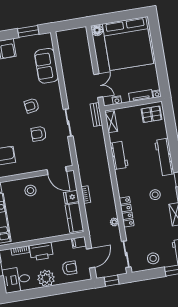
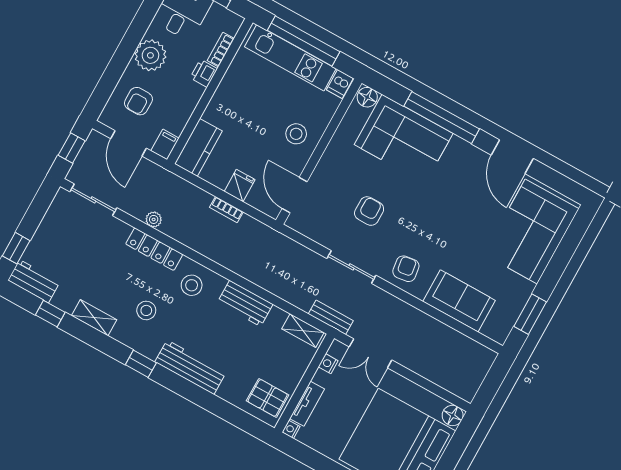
armchair: (32, 106) -> (406, 269), moved
pallet: (152, 114) -> (268, 398), turned 90
door: (57, 171) -> (295, 195), hinge flipped
kitchen counter: (74, 218) -> (198, 147), moved, turned 90
printer: (41, 251) -> (204, 73), width x0.53, depth x0.68
stool: (153, 258) -> (192, 285), moved

